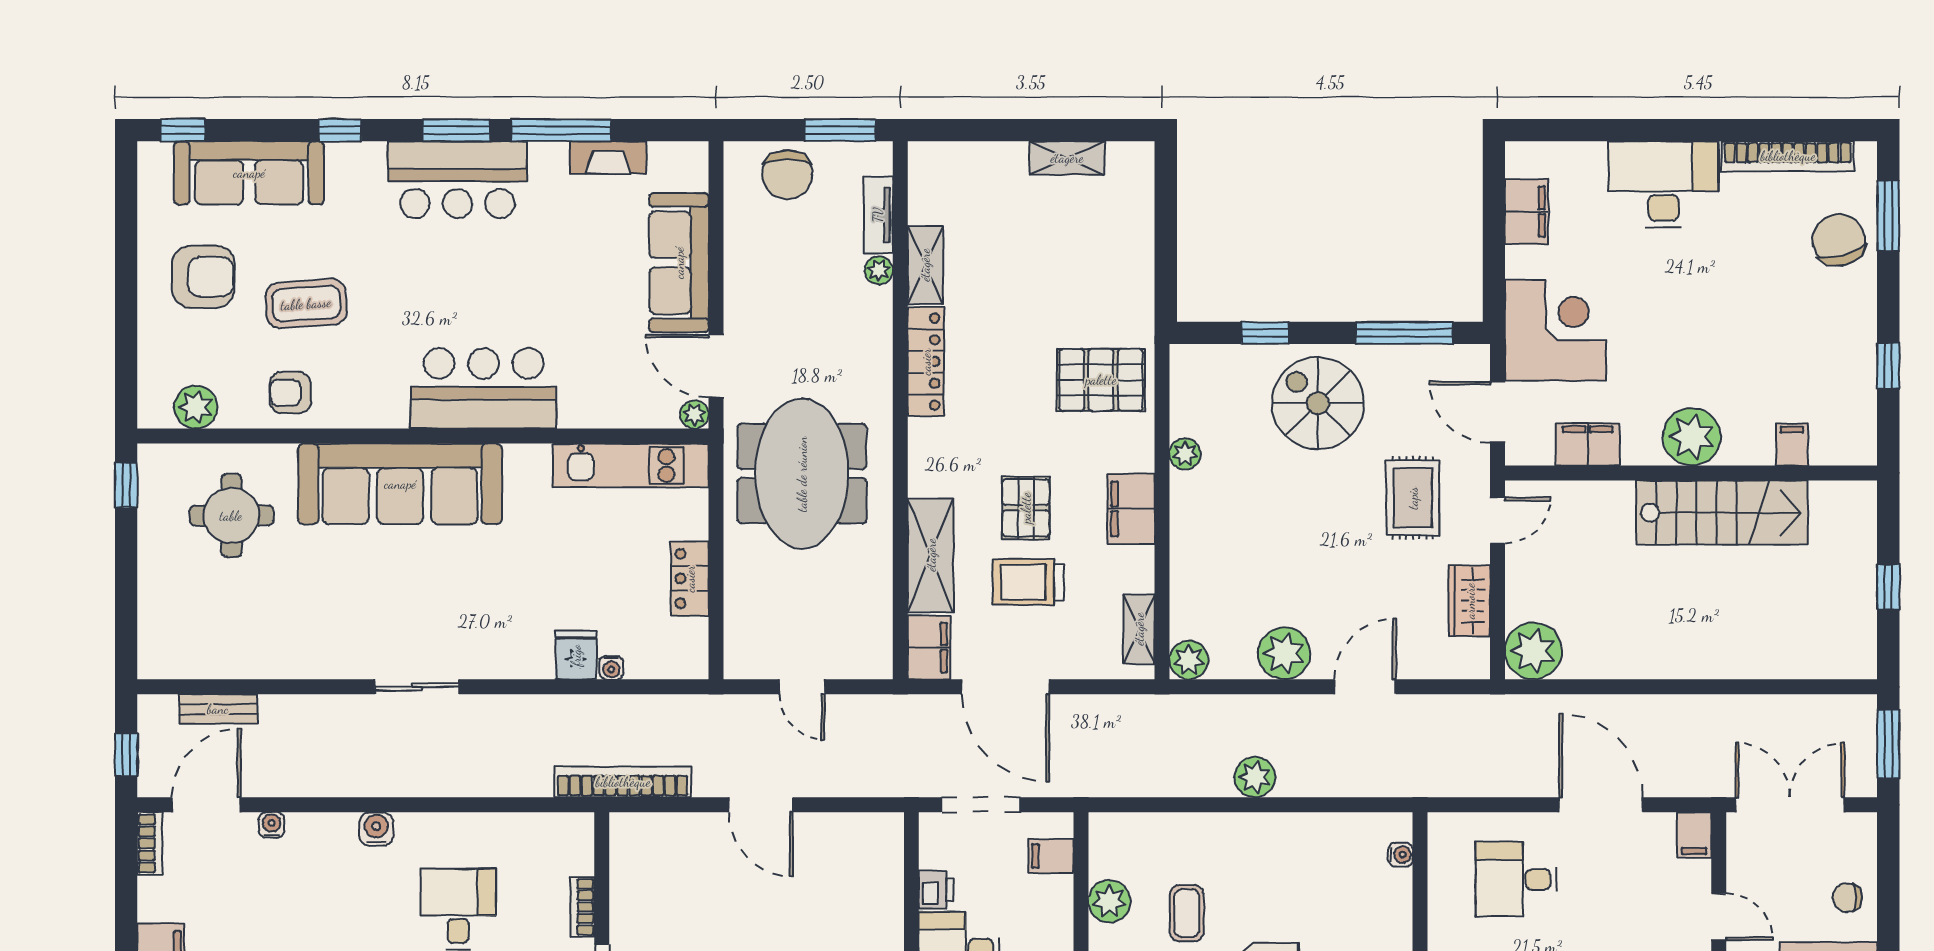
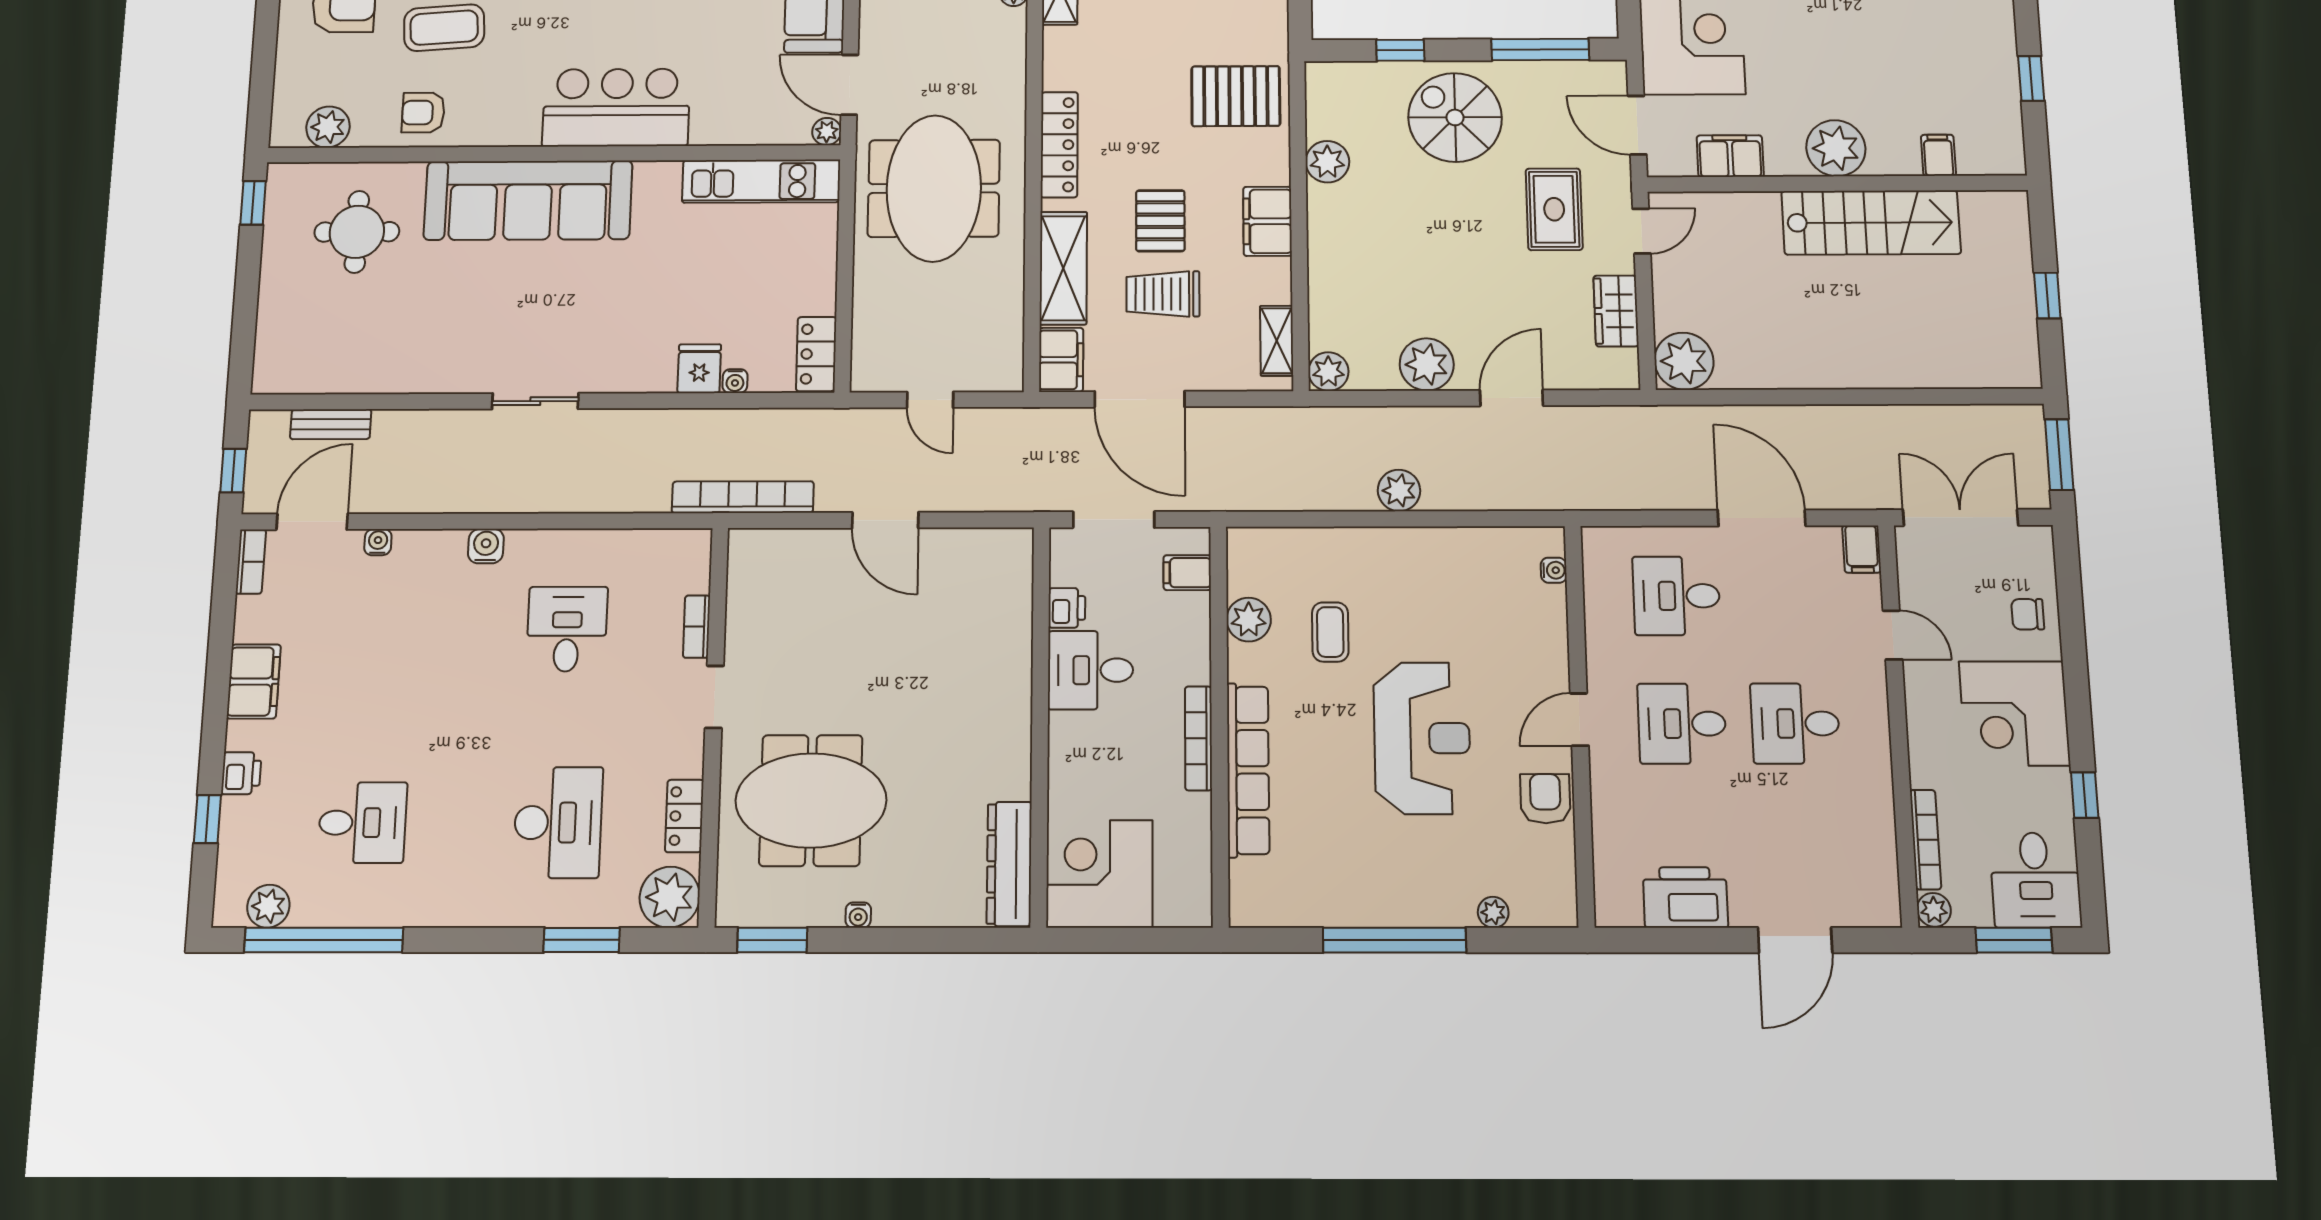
locker: (926, 362) -> (1059, 145), moved
plant: (1185, 454) -> (1327, 162), width x1.38, depth x1.38
locker: (690, 579) -> (816, 354), moved

